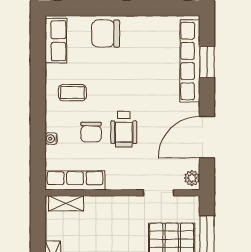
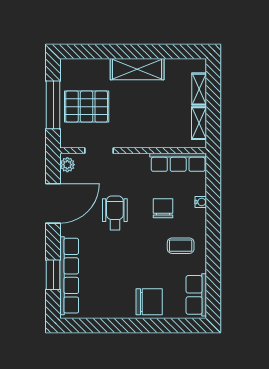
wheelchair: (124, 129) -> (115, 213), moved
shelving: (66, 203) -> (199, 123), moved, turned 90

